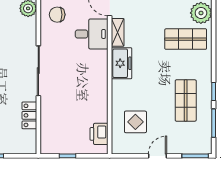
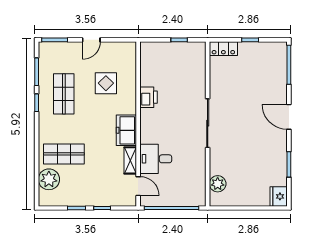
chair: (57, 15) -> (189, 178), removed
locker: (29, 115) -> (223, 49), moved, turned 90
display table: (135, 122) -> (106, 83), moved
printer: (99, 134) -> (148, 97), moved

